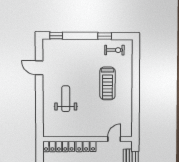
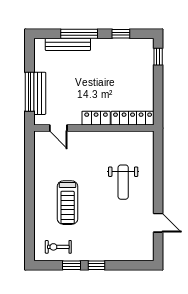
window: (56, 36) -> (97, 265), moved
treadmill: (107, 83) -> (68, 203), turned 180
door: (114, 139) -> (58, 128), hinge flipped

